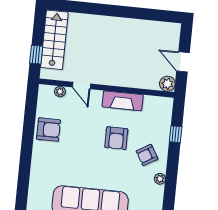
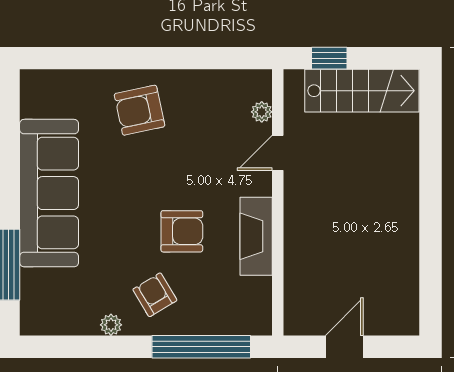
plant: (167, 84) -> (298, 321), removed
armchair: (49, 130) -> (140, 110), moved, turned 78
window: (176, 134) -> (201, 347), width x3.17
armchair: (116, 138) -> (182, 231), turned 180

